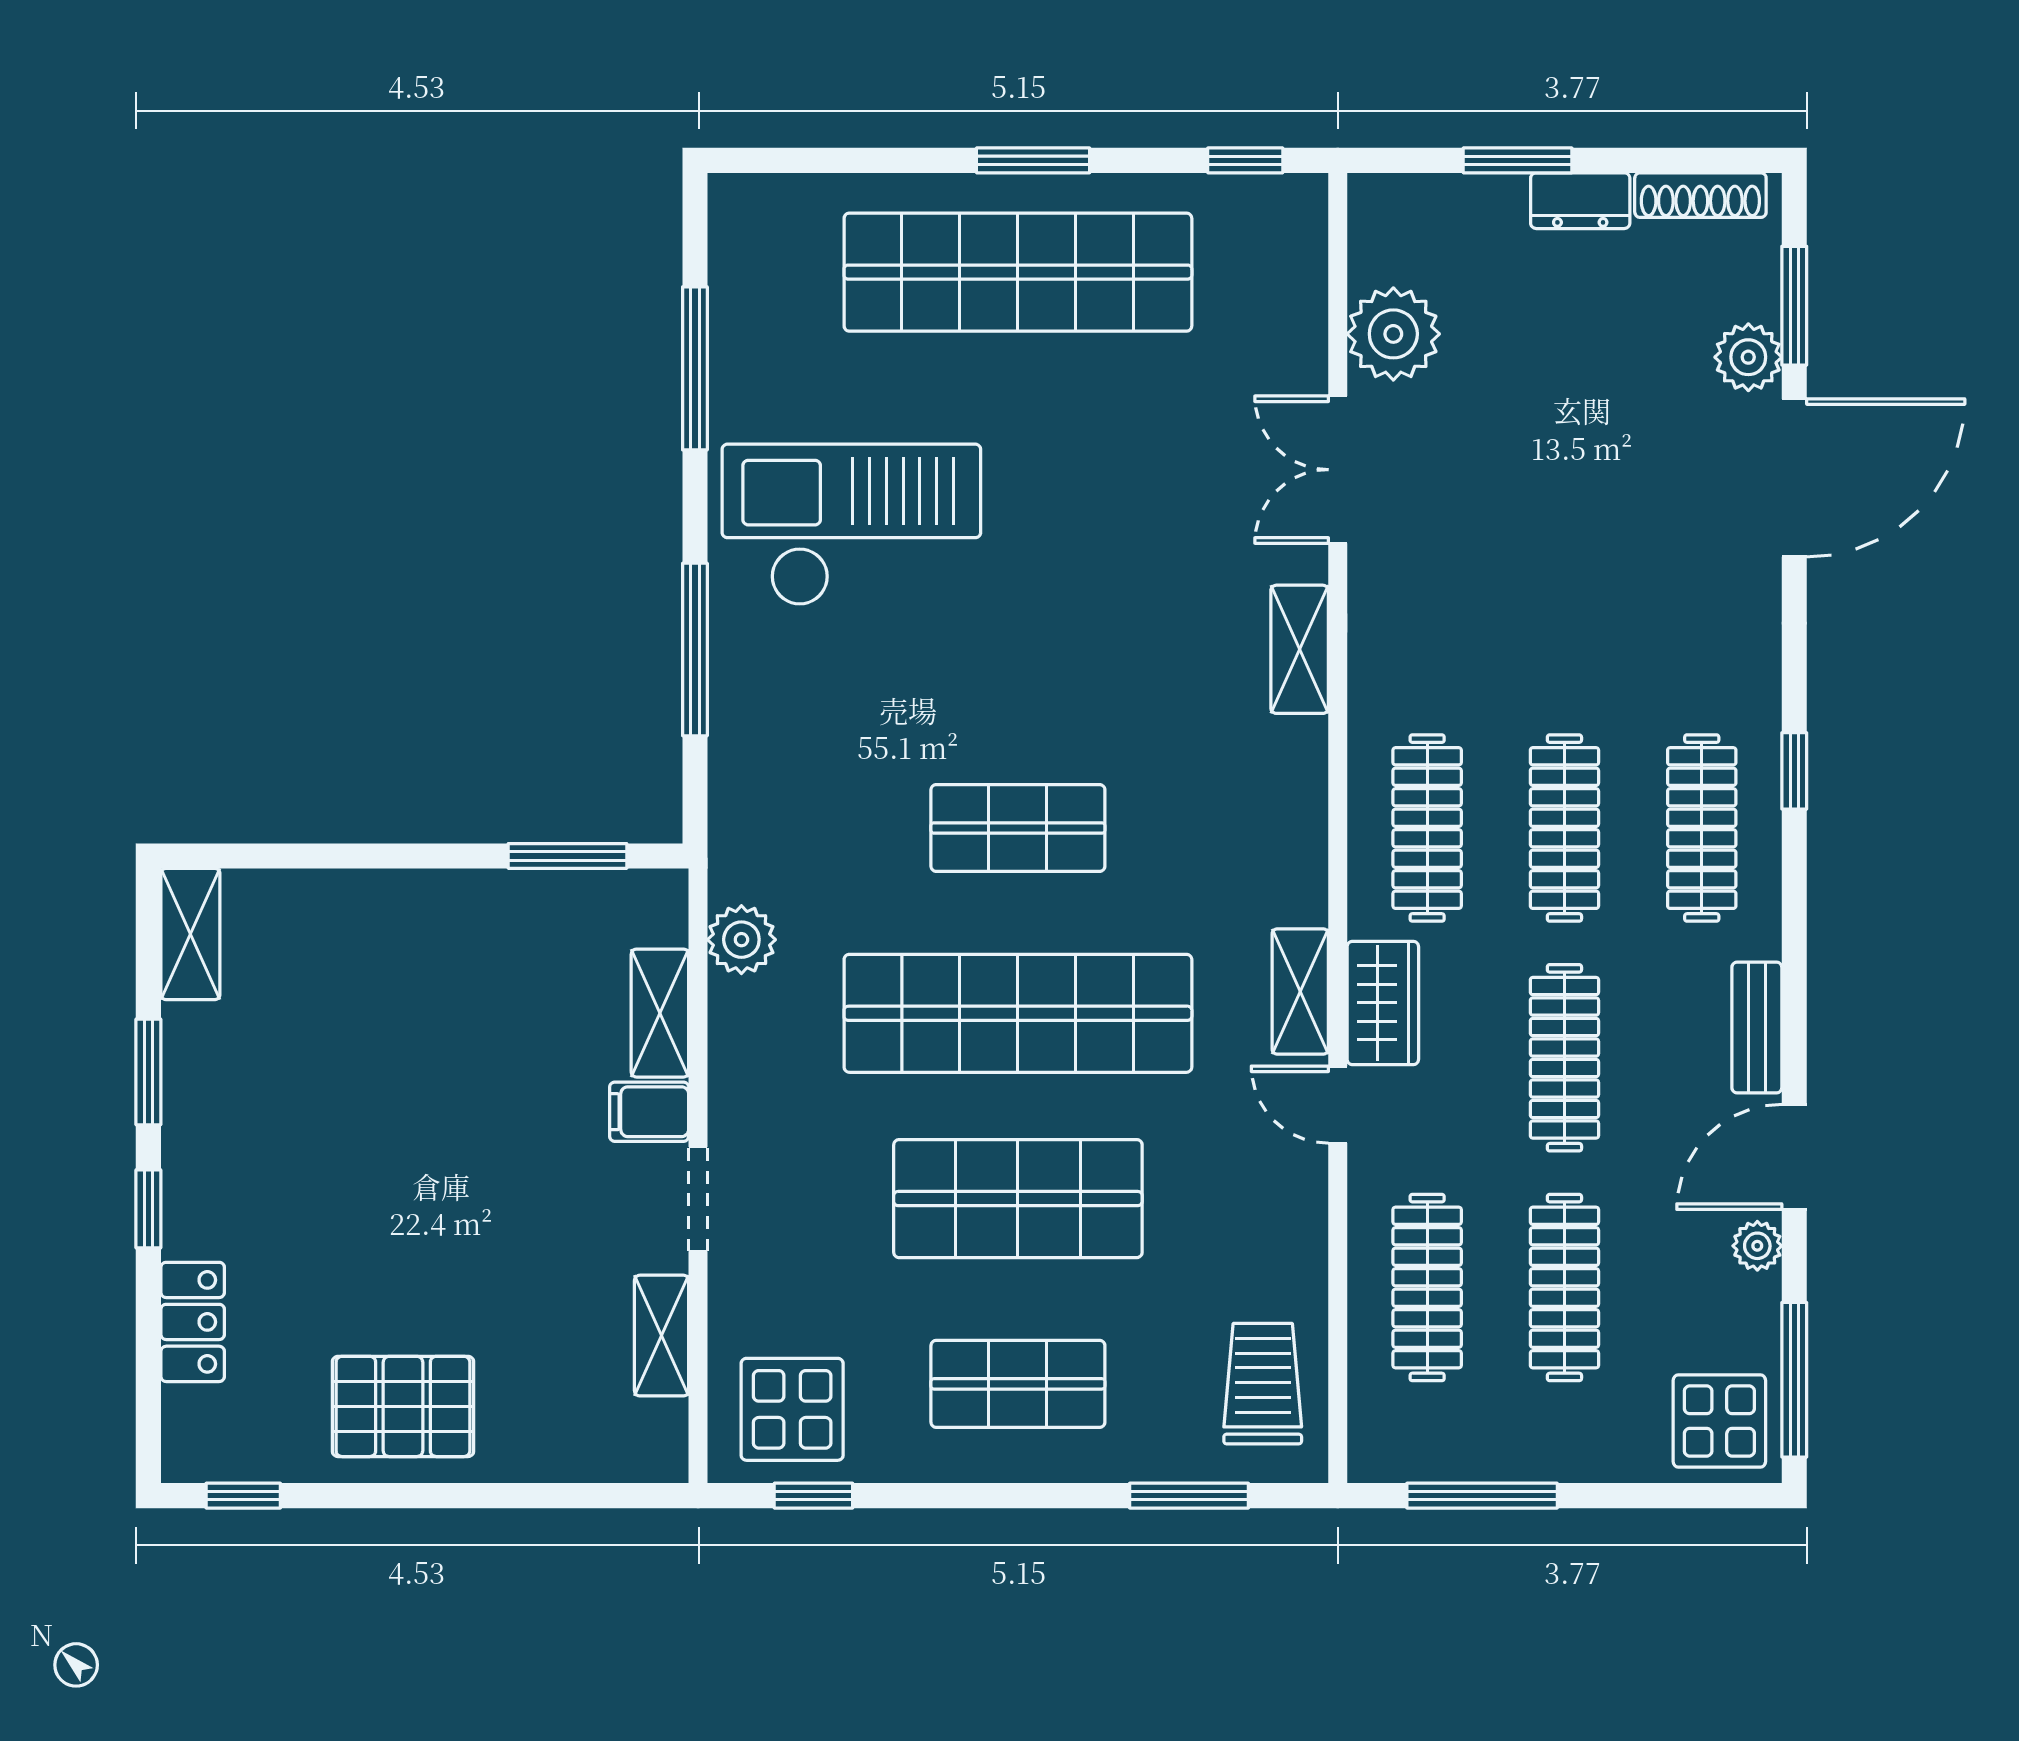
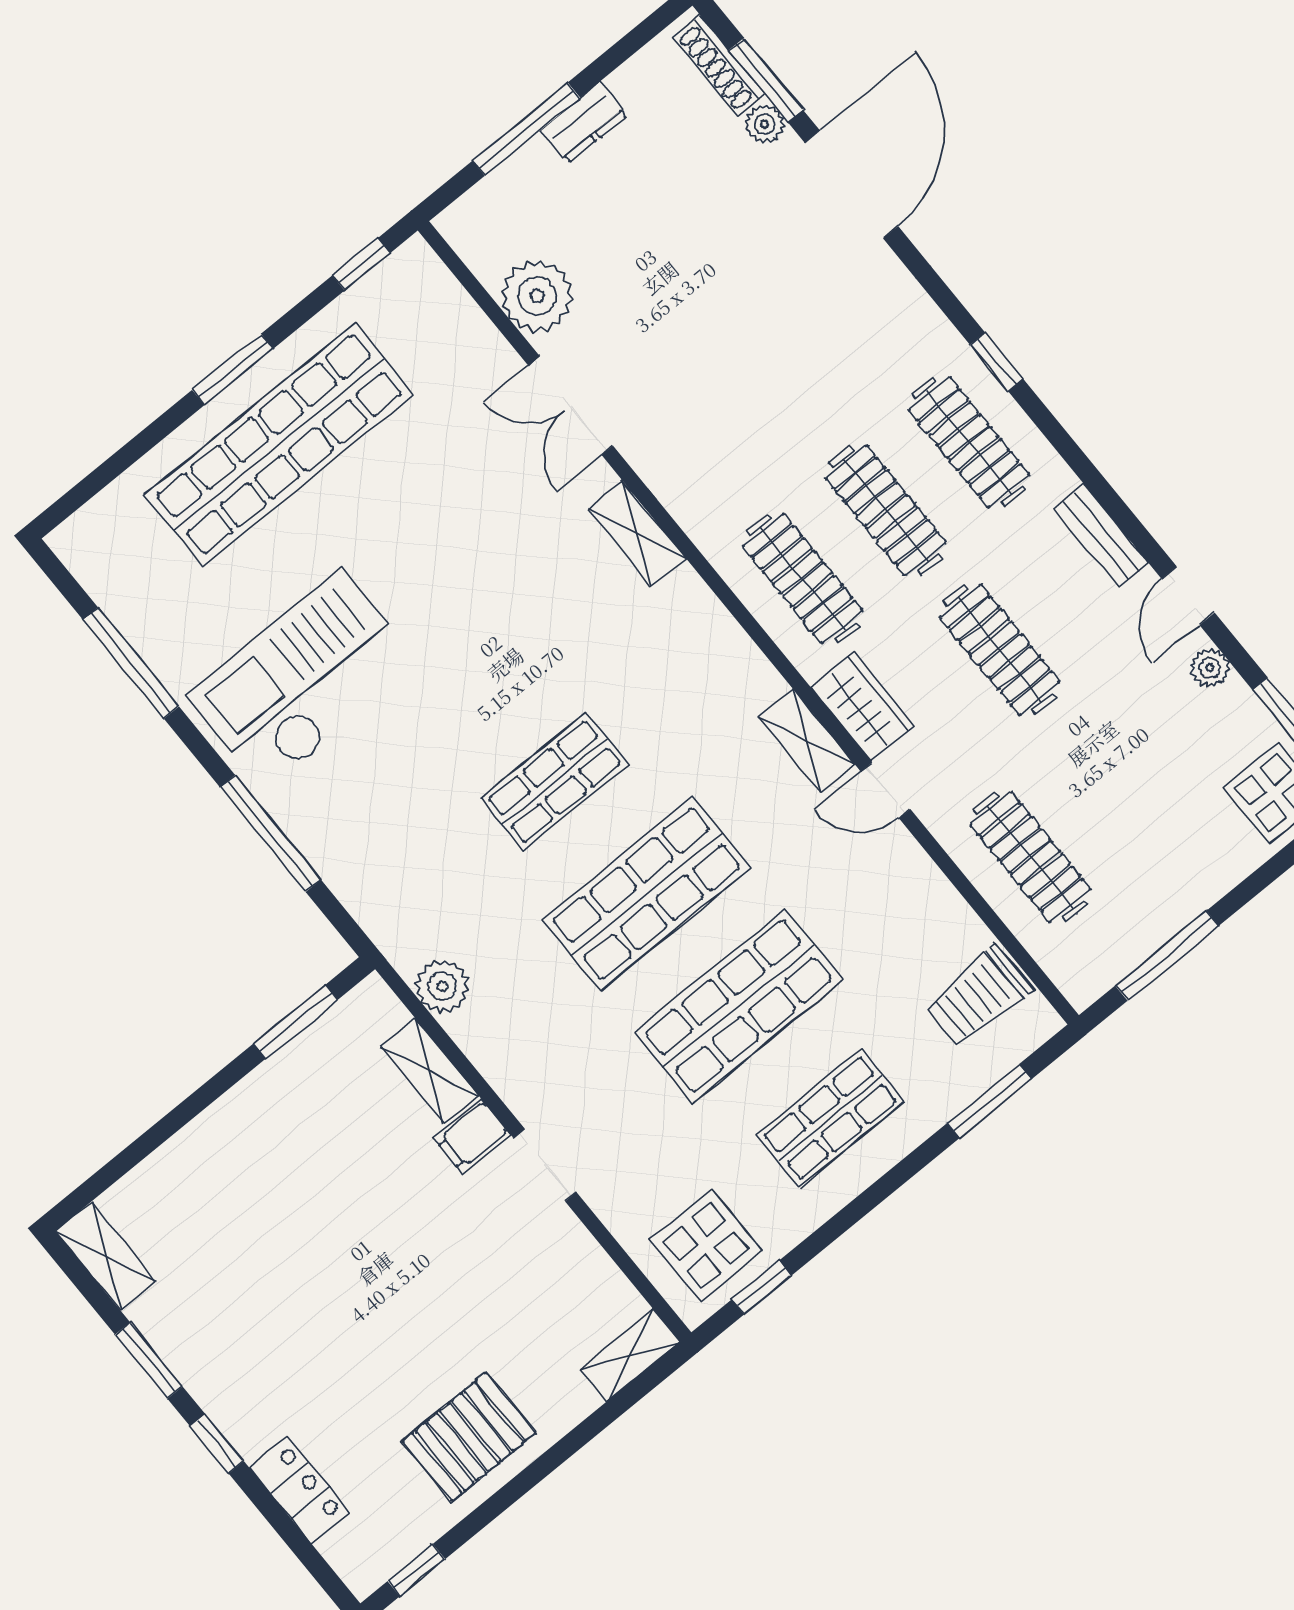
window: (1518, 160) -> (526, 129), width x1.44
shoe rack: (1700, 195) -> (719, 65), moved, turned 90
plant: (1748, 357) -> (765, 124), width x0.73, depth x0.73
shop shelf: (1018, 1013) -> (646, 894), width x0.71
door: (1794, 1157) -> (1188, 596), width x0.73
clothes rail: (1564, 1288) -> (1114, 789), removed
shelving: (662, 1336) -> (630, 1355), moved, turned 90
trolley: (1263, 1384) -> (978, 997), turned -90

